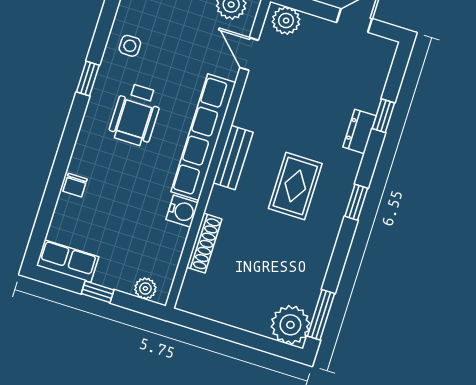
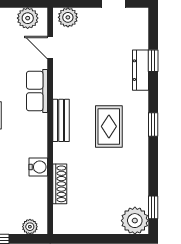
dresser: (360, 131) -> (141, 70), width x1.44
row of seats: (203, 137) -> (37, 91), width x0.50
window: (321, 315) -> (153, 207), width x0.67

